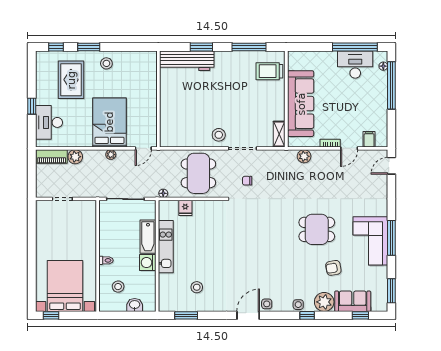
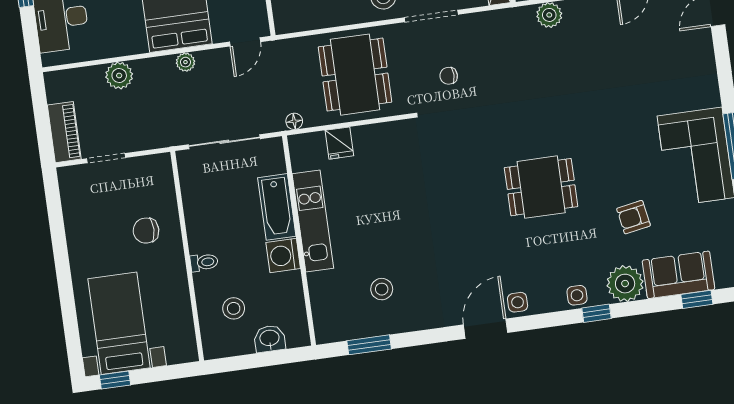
piano: (52, 156) -> (64, 132), moved, turned -90
dining table: (317, 229) -> (541, 187), moved
chair: (78, 240) -> (146, 231), added
bed with nightstands: (65, 286) -> (119, 323), width x0.73

